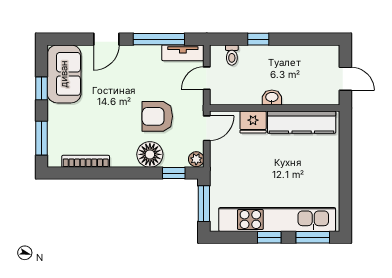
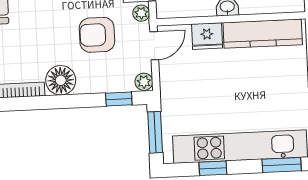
plant: (197, 99) -> (141, 13), added
floor lamp: (150, 154) -> (61, 80), moved
window: (269, 237) -> (213, 168), moved

